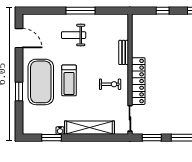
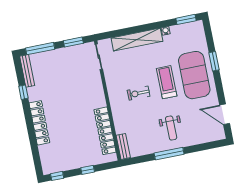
weight bench: (74, 35) -> (171, 128), turned 90
bench: (124, 52) -> (123, 146), moved
locker: (138, 81) -> (105, 131), moved
exercise bike: (110, 84) -> (139, 93), moved
window: (52, 138) -> (186, 19), moved

